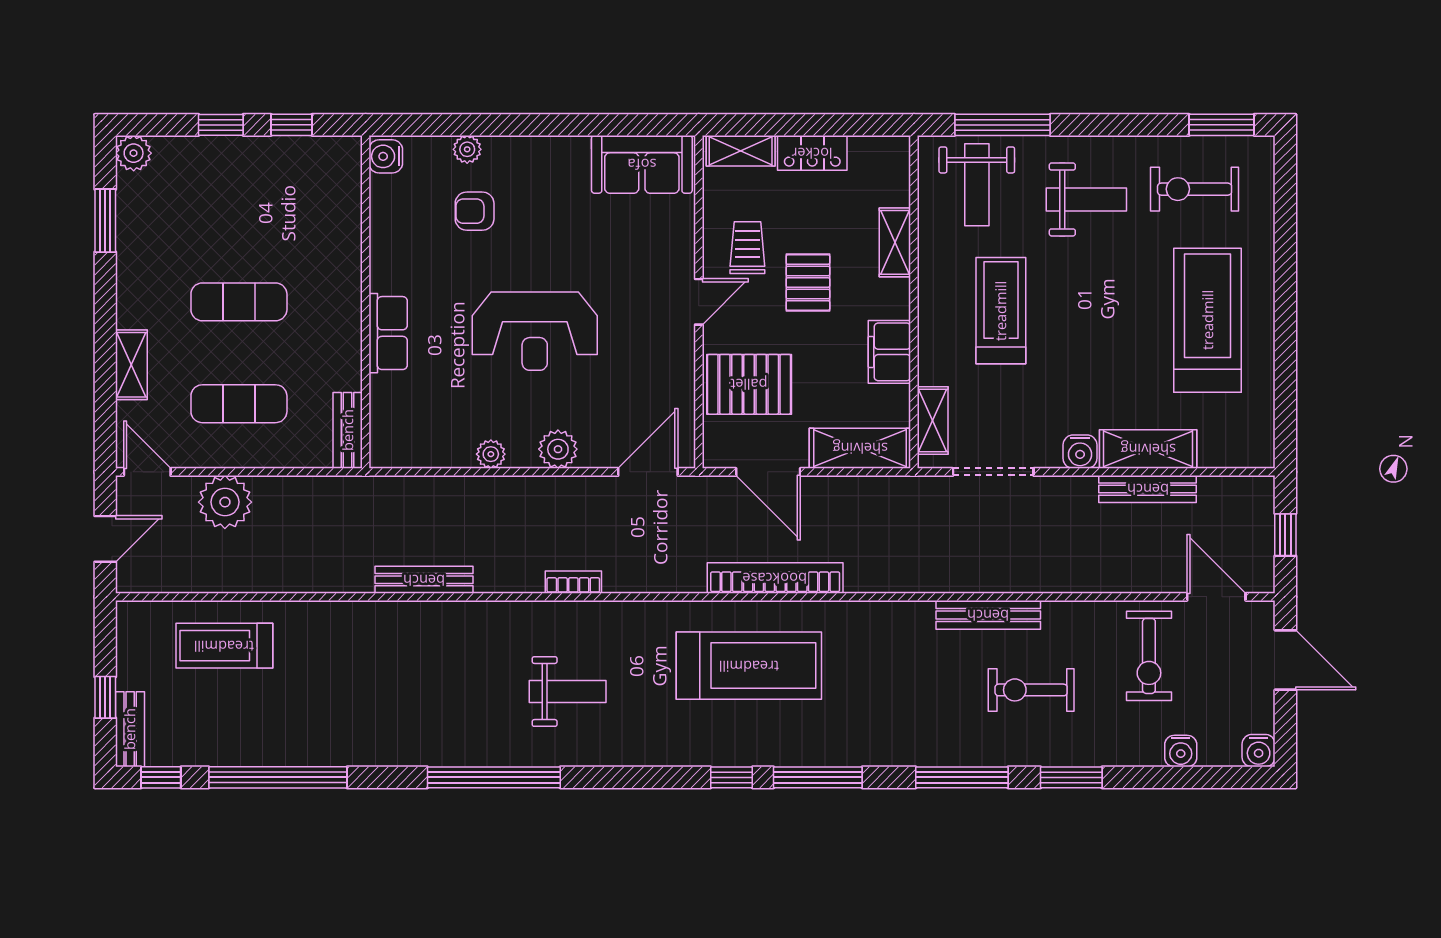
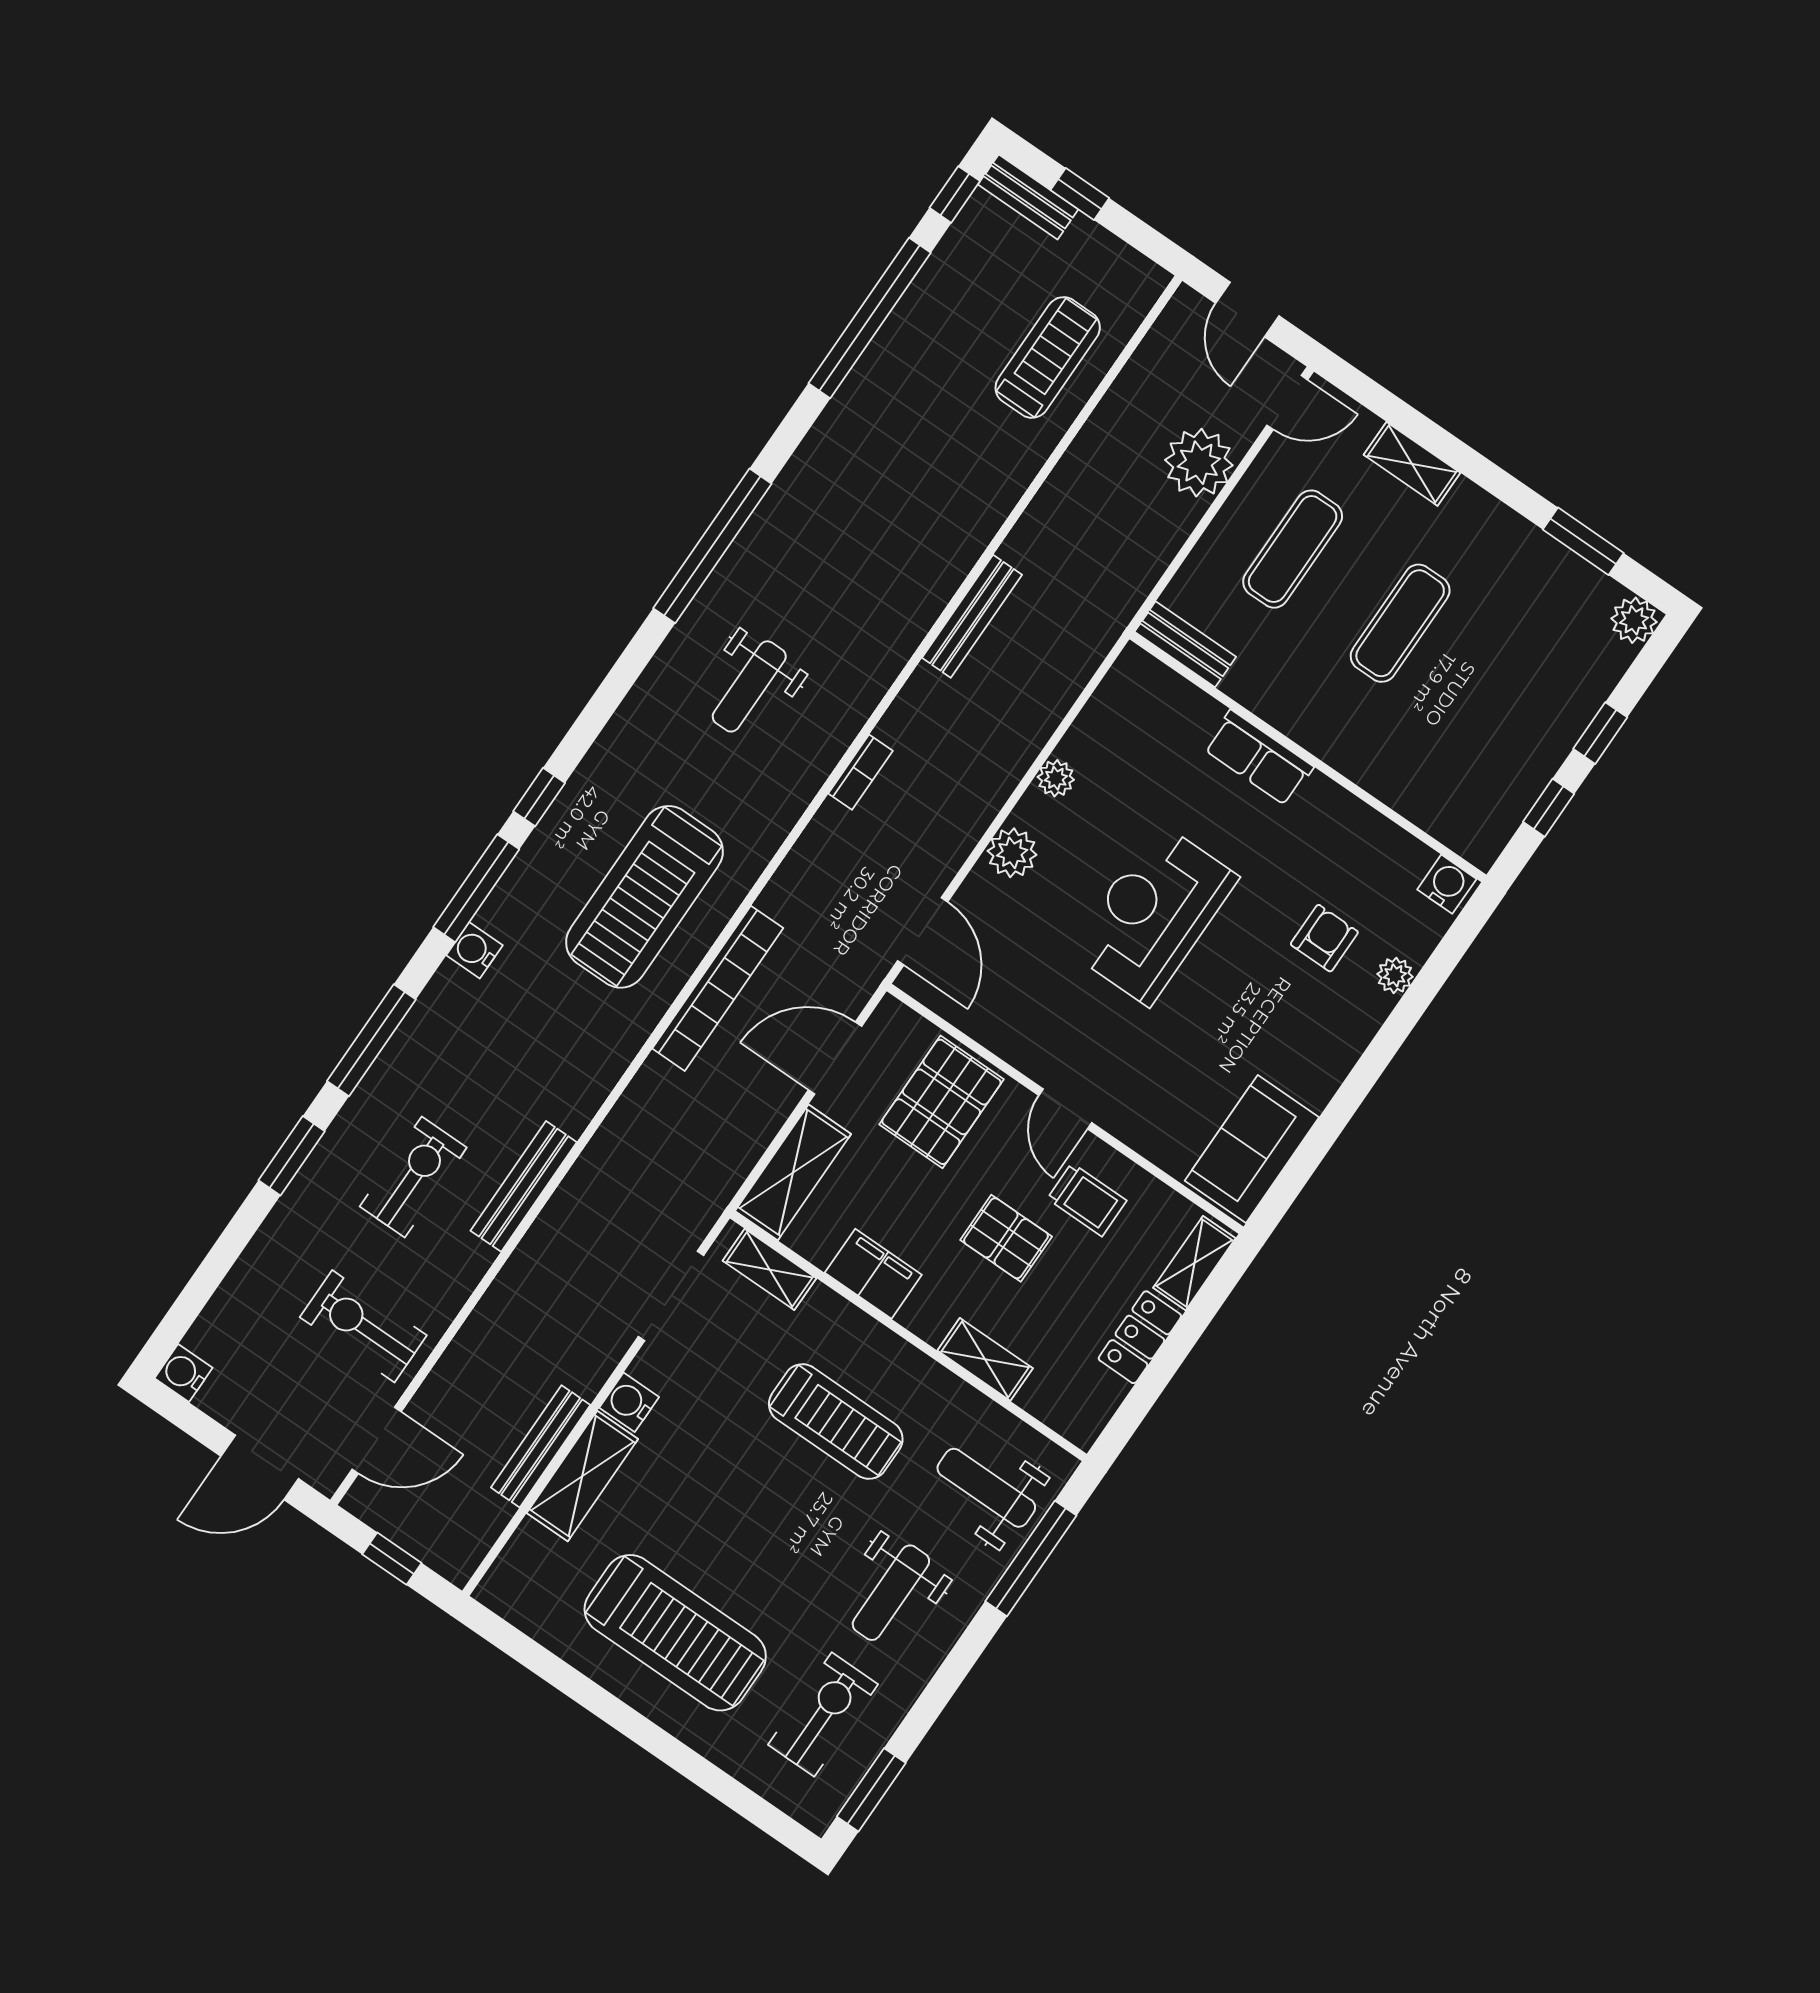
water cooler: (1181, 751) -> (474, 950), moved

